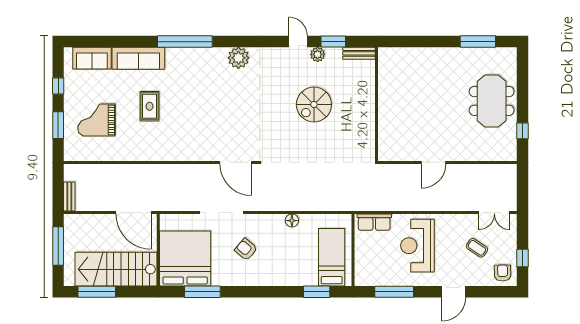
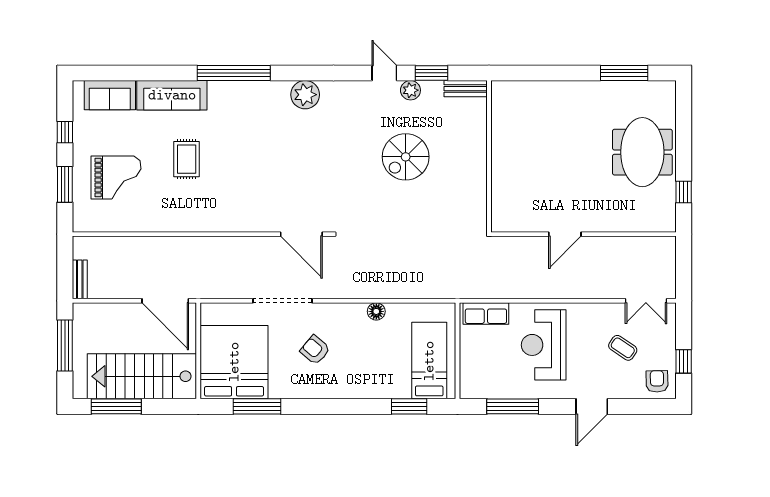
grand piano: (97, 120) -> (116, 178), turned 180

